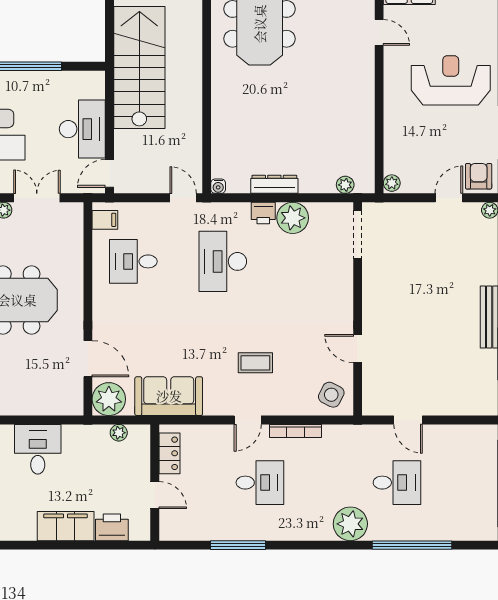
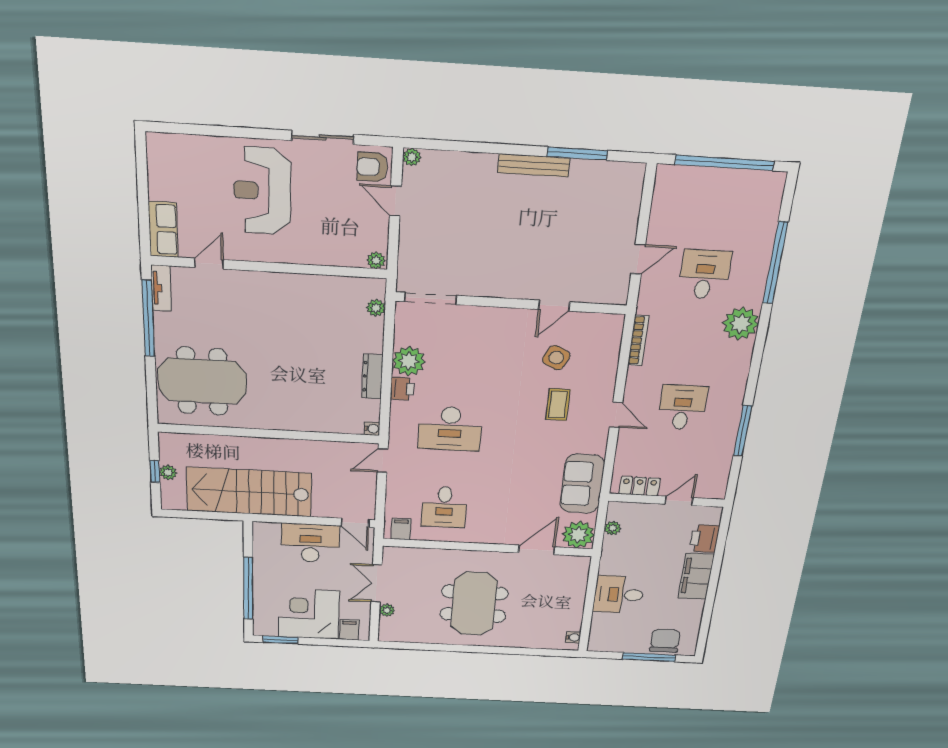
side table: (331, 395) -> (556, 358), moved
bookcase: (296, 431) -> (638, 341), moved

